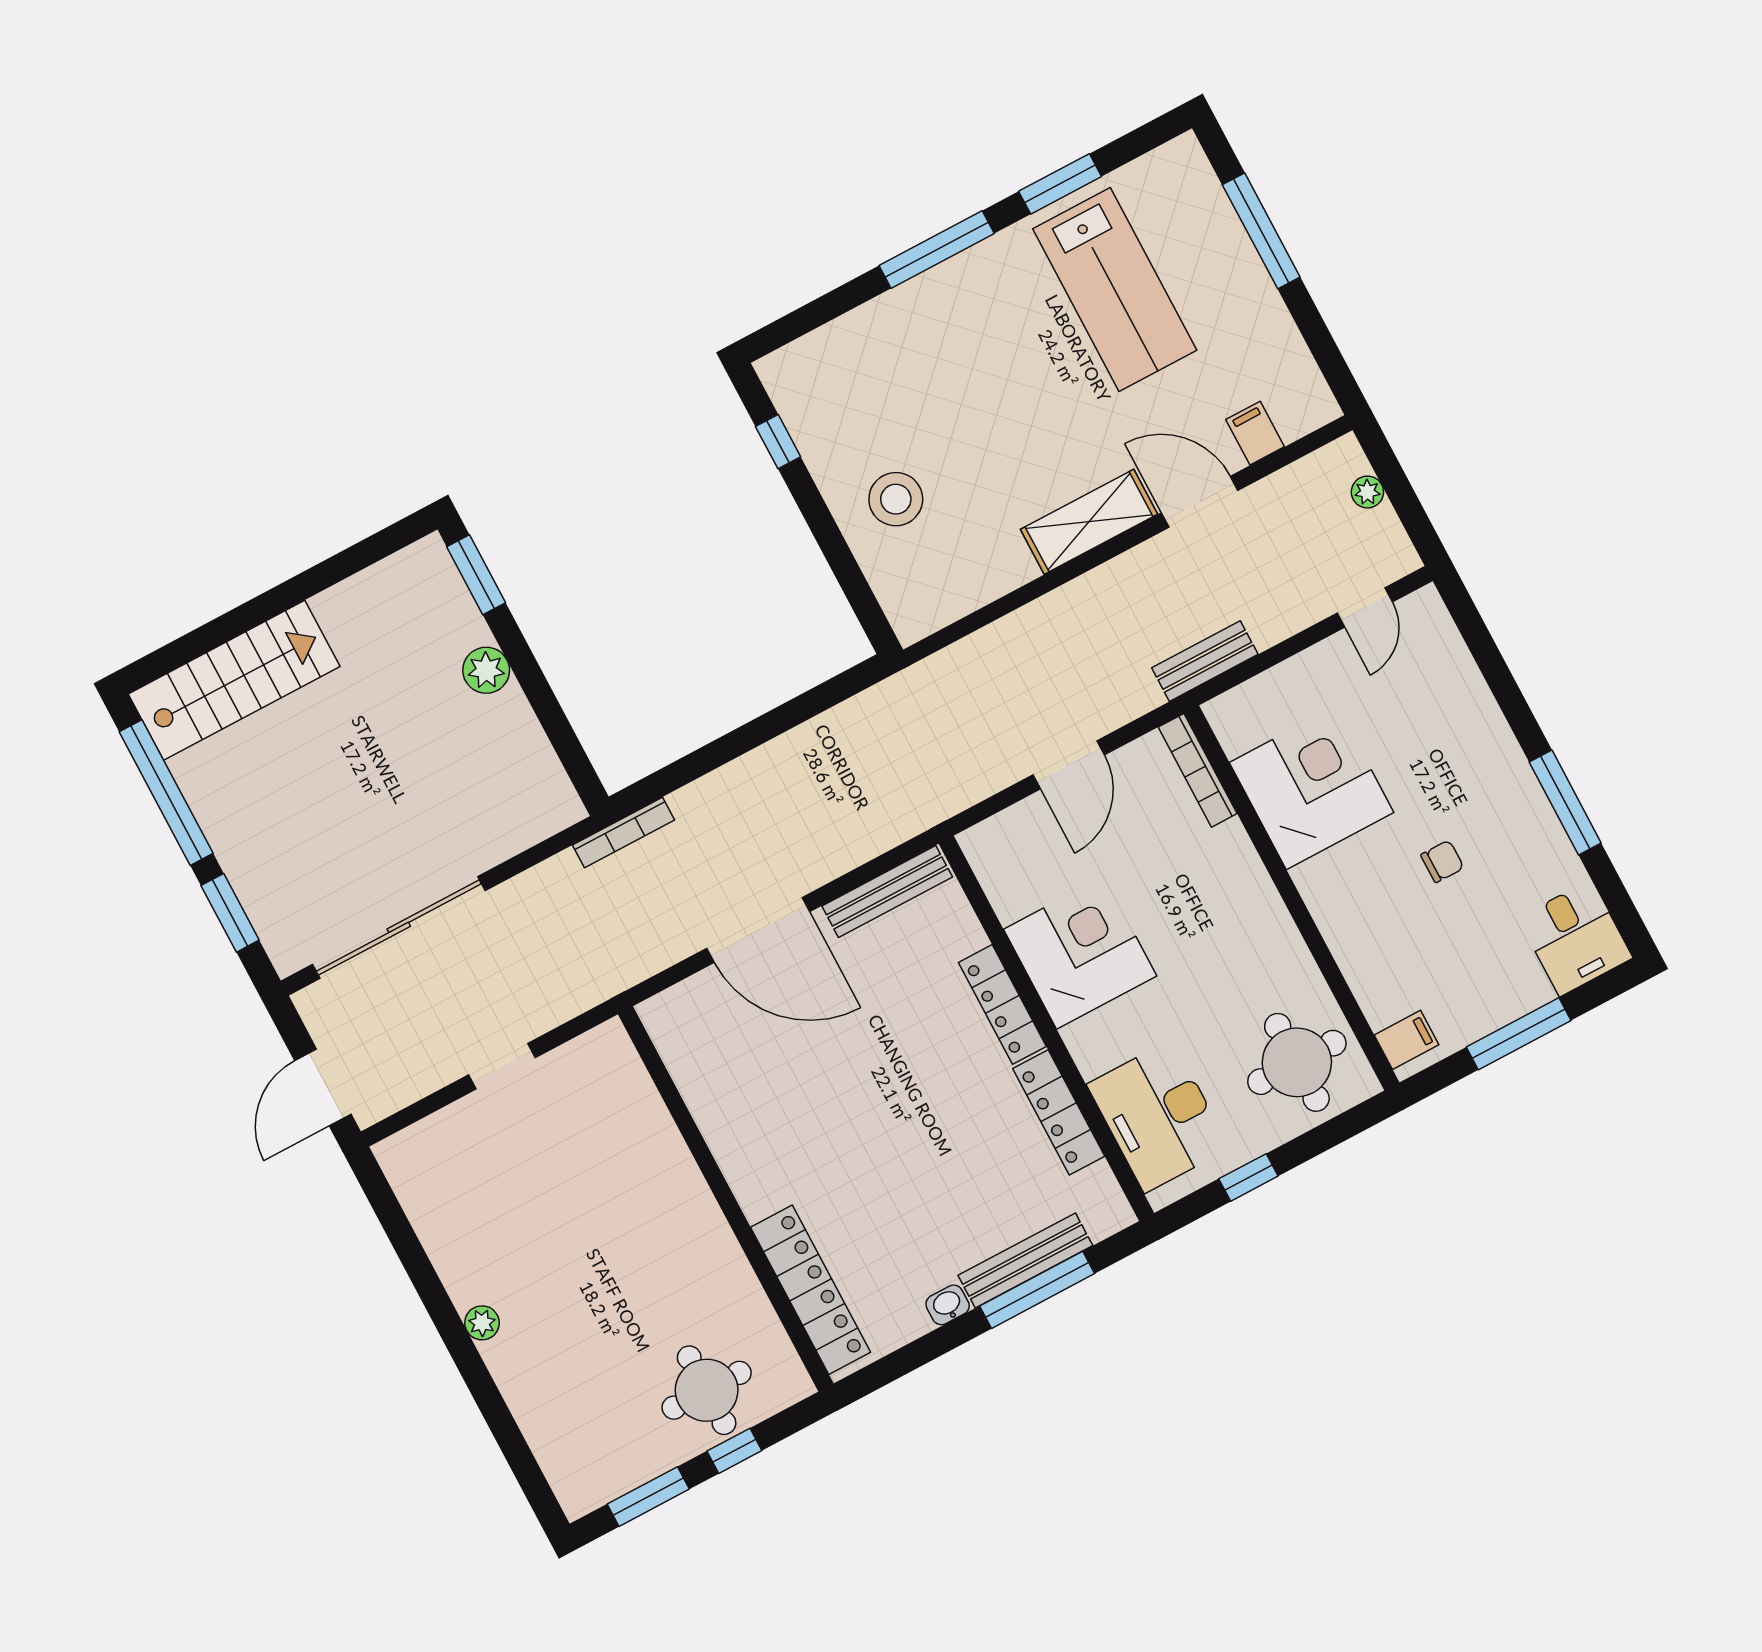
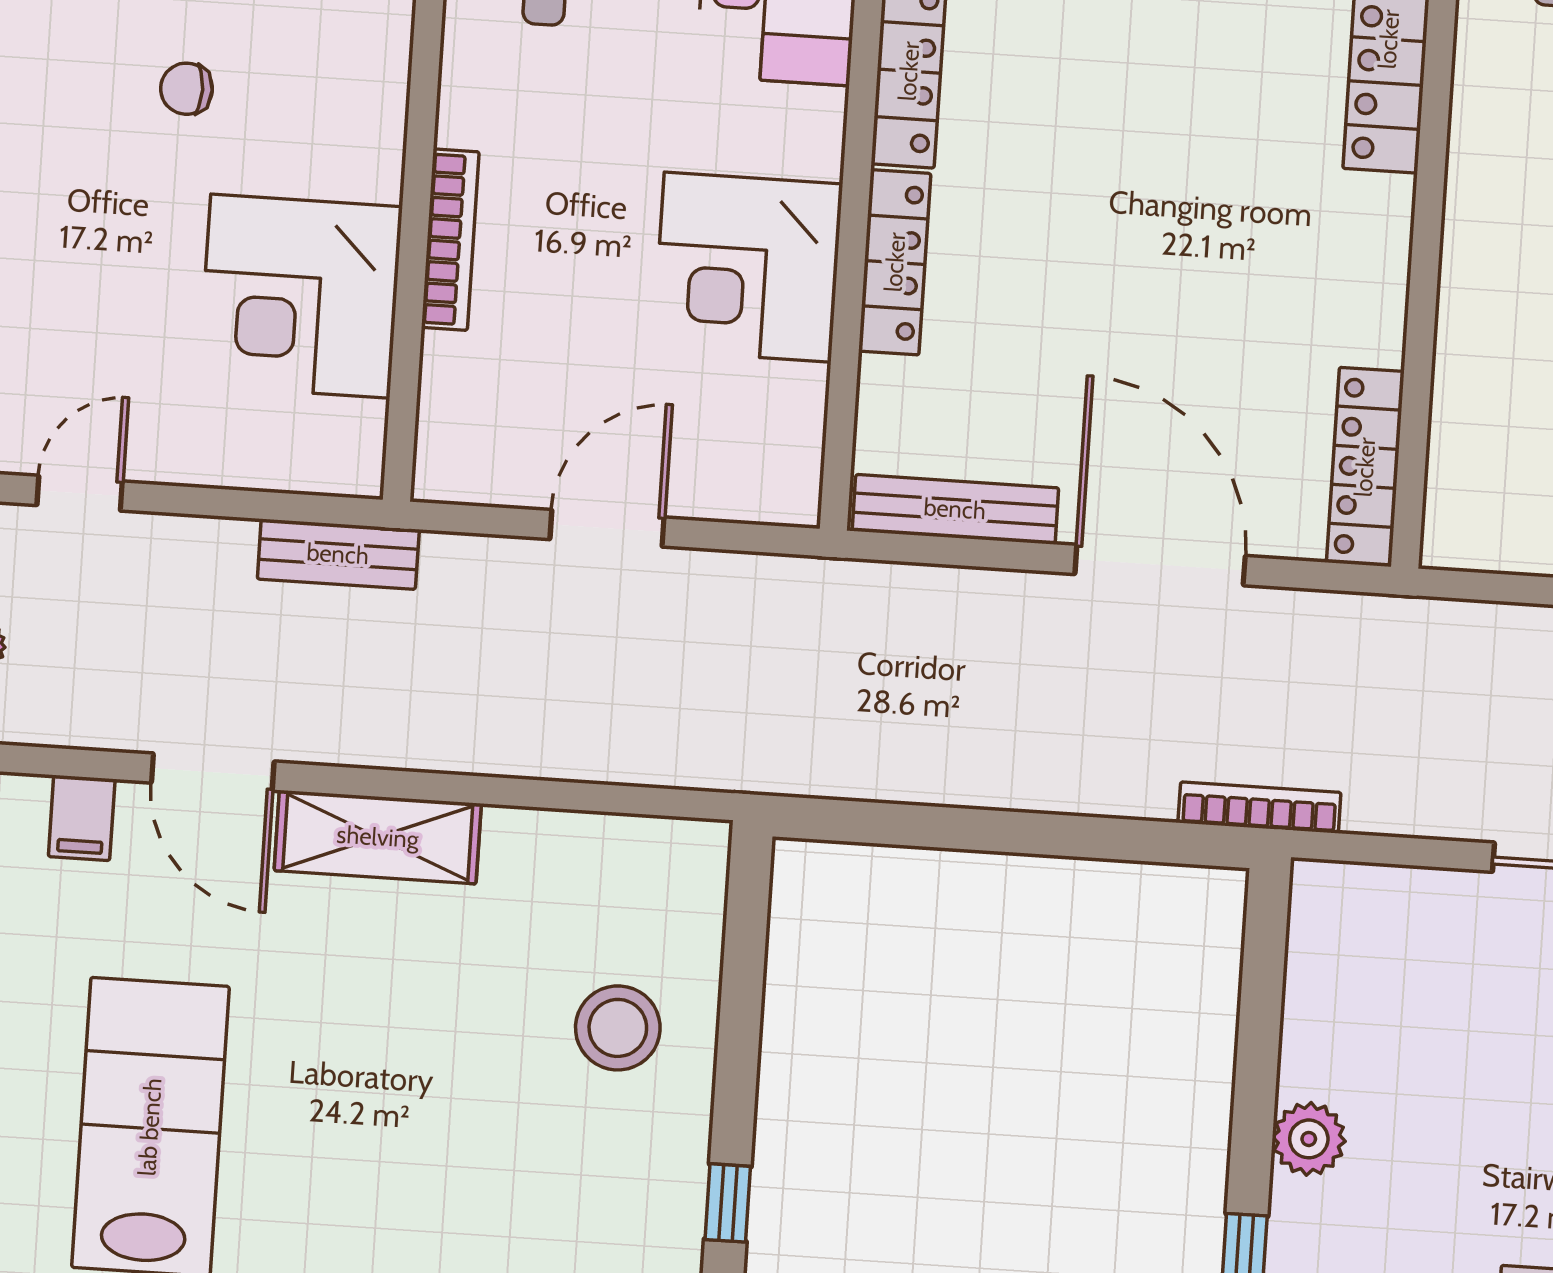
bookcase: (1198, 770) -> (450, 240), moved
locker: (680, 1051) -> (1365, 467), added

